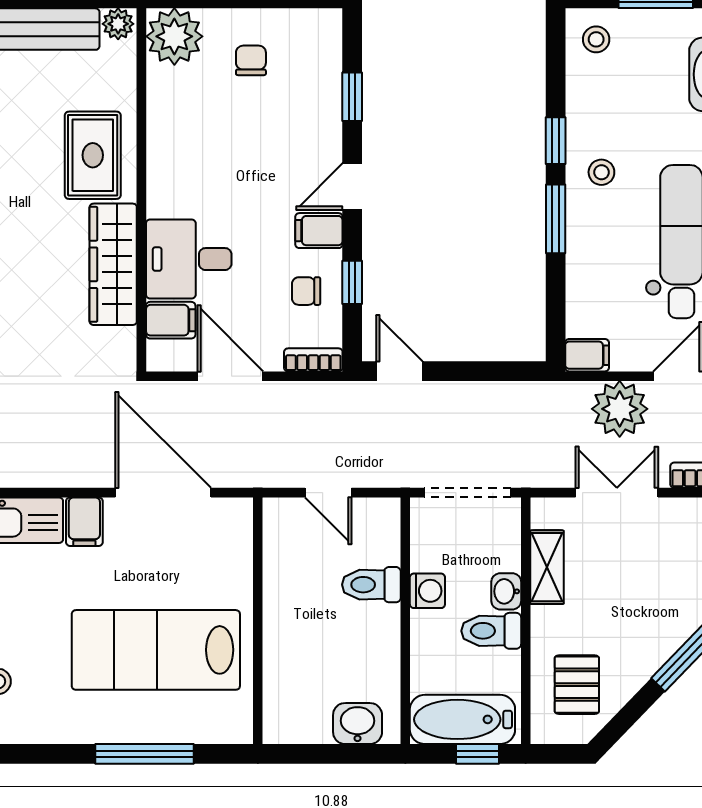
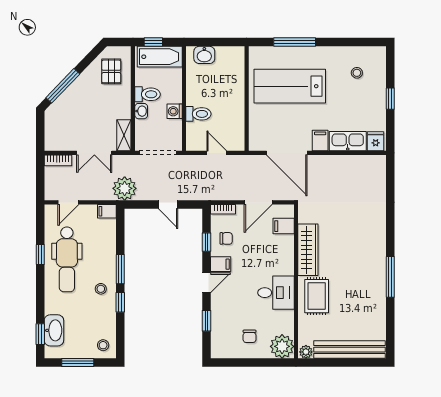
desk: (189, 259) -> (276, 293), moved
door: (399, 371) -> (168, 204), moved
door: (230, 376) -> (258, 202), hinge flipped
plant: (620, 409) -> (125, 188), moved
shelving: (547, 567) -> (124, 135), moved
lab bench: (156, 650) -> (290, 86), turned 180

